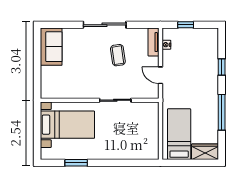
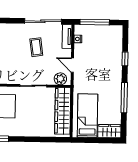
sliding door: (105, 25) -> (43, 21), moved
window: (186, 25) -> (95, 22), width x2.17
plant: (147, 92) -> (60, 79), added
wardrobe: (150, 129) -> (63, 111), added

